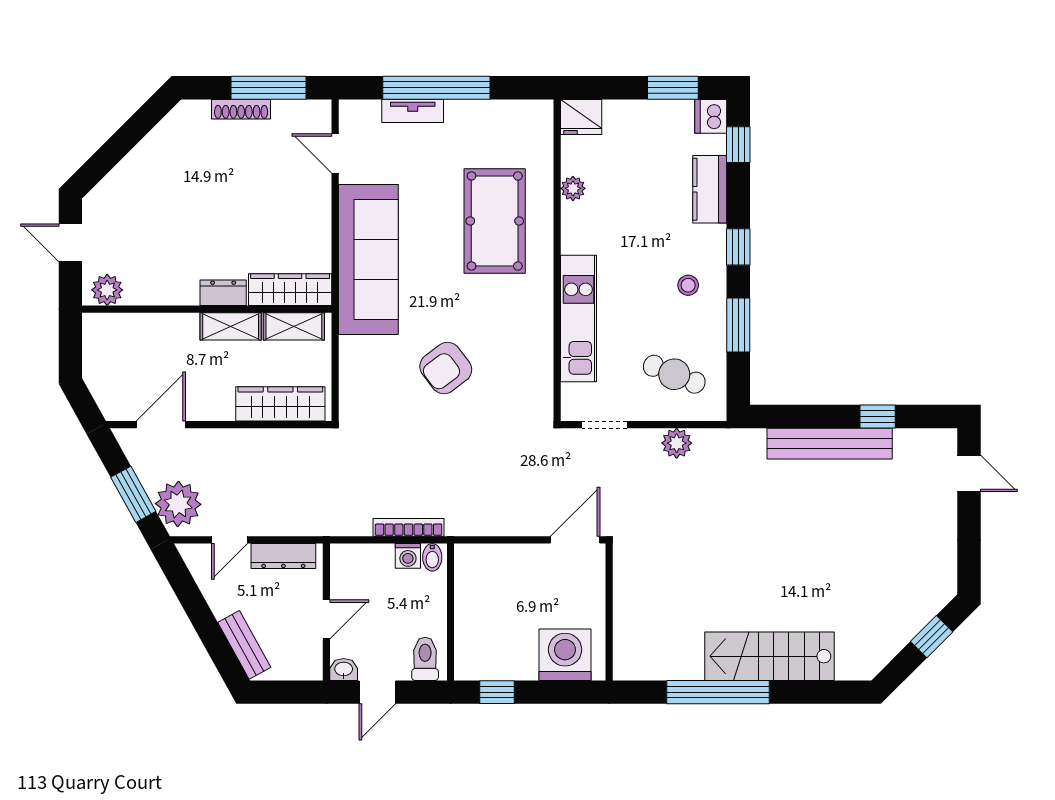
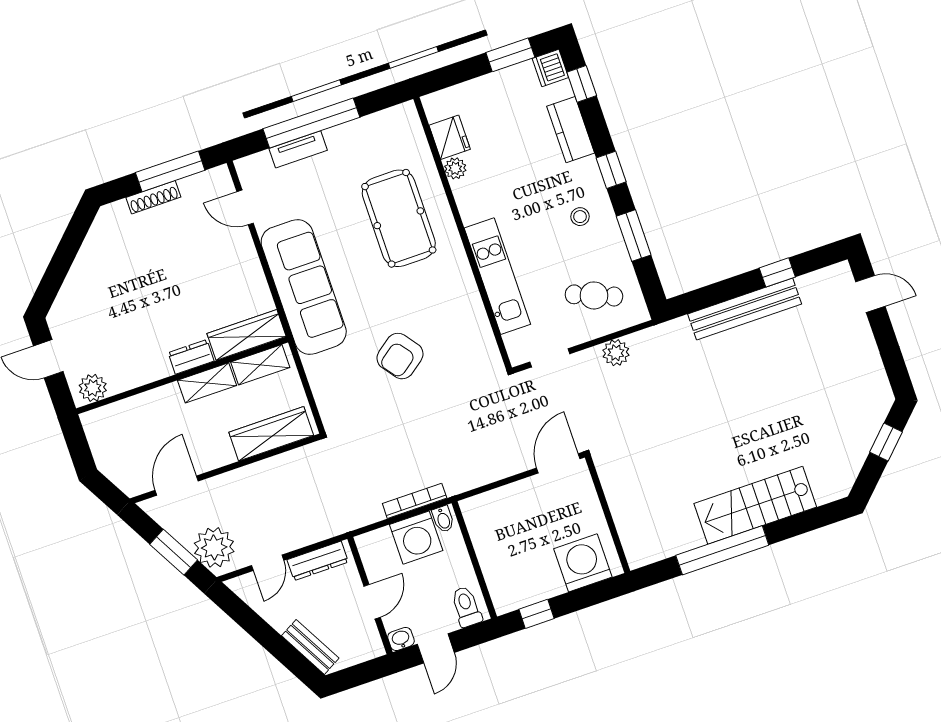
fridge: (581, 117) -> (450, 137), moved, turned -90
washing machine: (408, 556) -> (416, 538), width x1.89, depth x1.89

